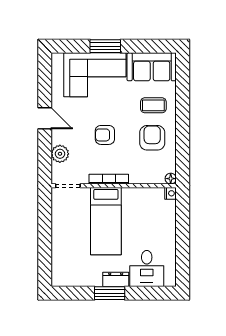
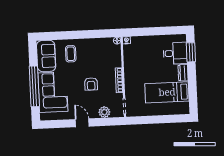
window: (105, 46) -> (34, 86), width x2.11
door: (45, 118) -> (82, 123), hinge flipped
armchair: (152, 138) -> (91, 54), removed
bed: (106, 221) -> (167, 92), moved, turned 180
window: (110, 293) -> (191, 52), moved

